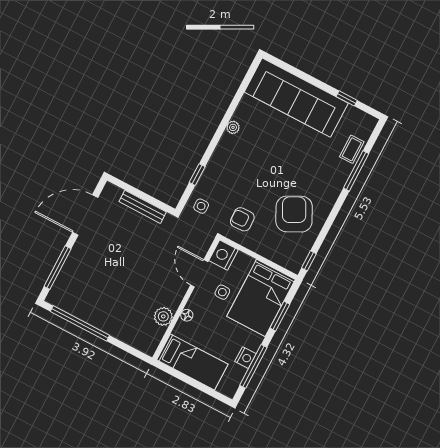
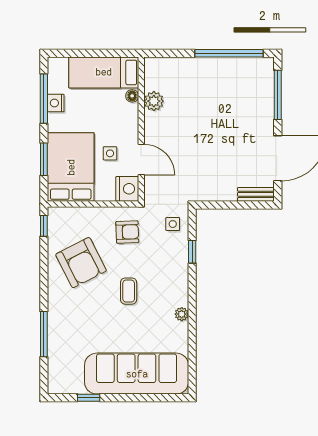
coffee table: (352, 149) -> (129, 291), moved
bench: (143, 207) -> (256, 194), moved, width x0.73
floor lamp: (187, 315) -> (132, 96), moved

